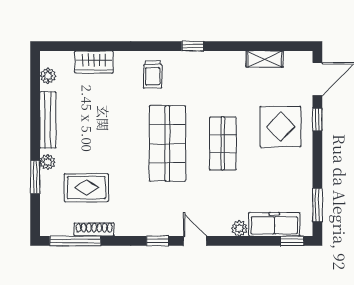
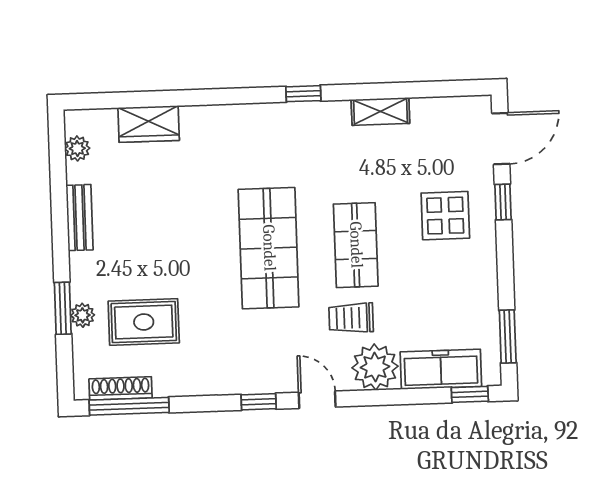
shelving: (265, 59) -> (380, 111), moved
trolley: (153, 74) -> (351, 318), moved, turned 90
bench: (48, 120) -> (80, 218), width x0.73
display table: (280, 127) -> (445, 216), width x0.73, depth x0.73
plant: (48, 162) -> (83, 315), moved
plant: (239, 228) -> (375, 367), width x1.88, depth x1.88
shoe rack: (94, 229) -> (121, 388), moved

